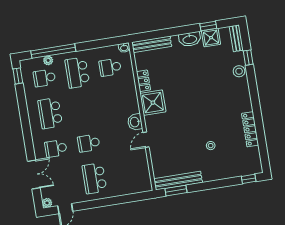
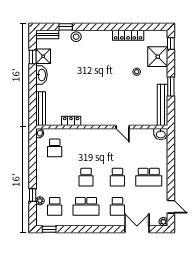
window: (53, 51) -> (33, 195), width x0.32
school desk: (77, 73) -> (86, 177), moved, width x0.54
shower: (153, 103) -> (158, 57), moved
washbasin: (135, 122) -> (161, 134), moved
window: (176, 191) -> (171, 86), moved

